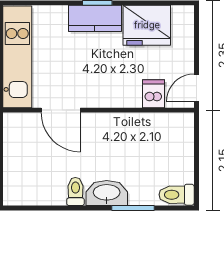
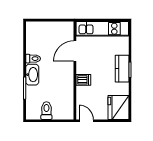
fridge: (147, 25) -> (119, 107), moved
dishwasher: (153, 94) -> (83, 80), moved
toilet: (177, 195) -> (46, 111), moved

